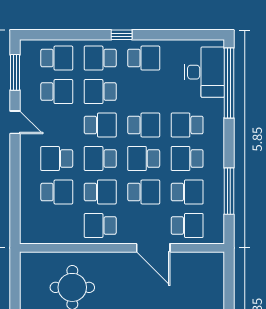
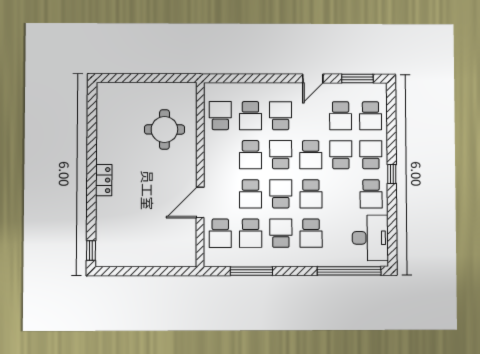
desk: (204, 72) -> (370, 238), moved, turned -90
school desk: (187, 125) -> (311, 233), turned 180
school desk: (100, 226) -> (220, 116), moved

